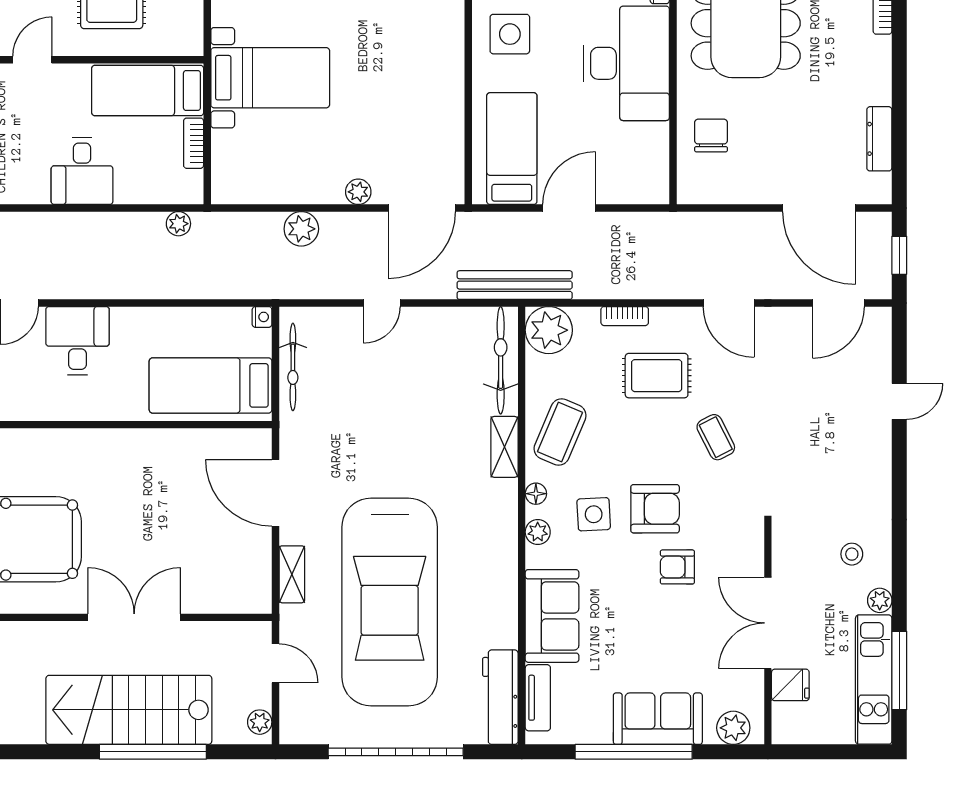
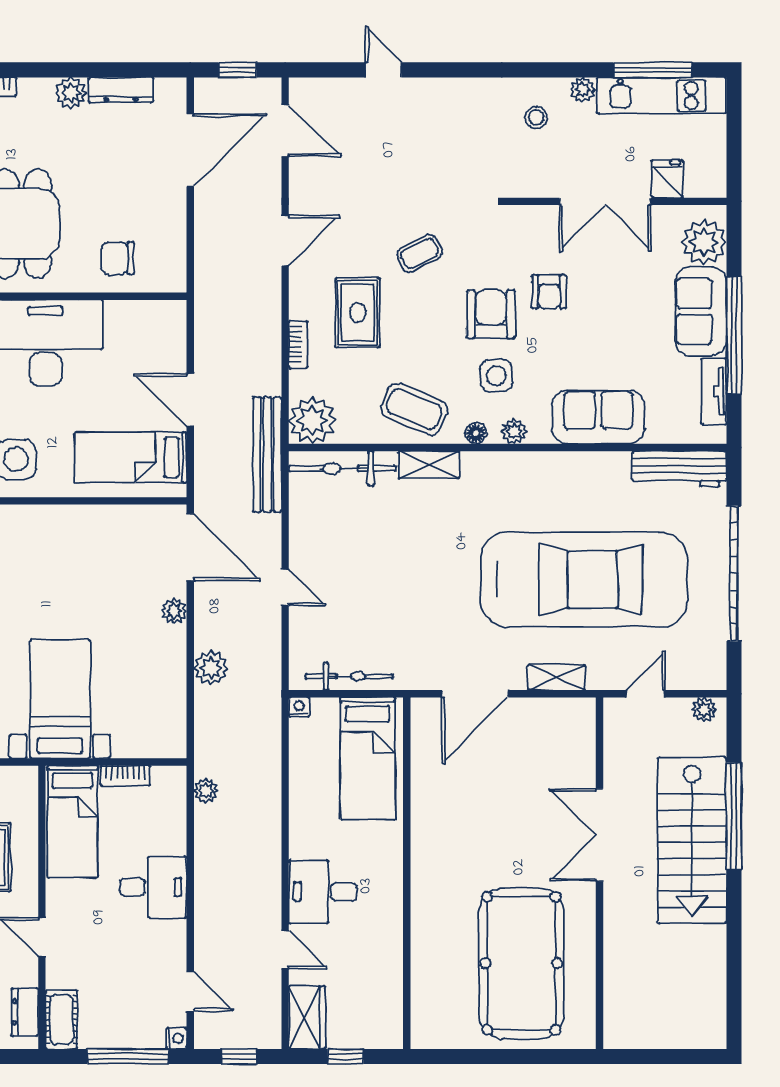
plant: (876, 89) -> (71, 93), added
tv unit: (538, 698) -> (714, 391), moved, turned -90
plant: (733, 728) -> (704, 242), width x1.36, depth x1.36

